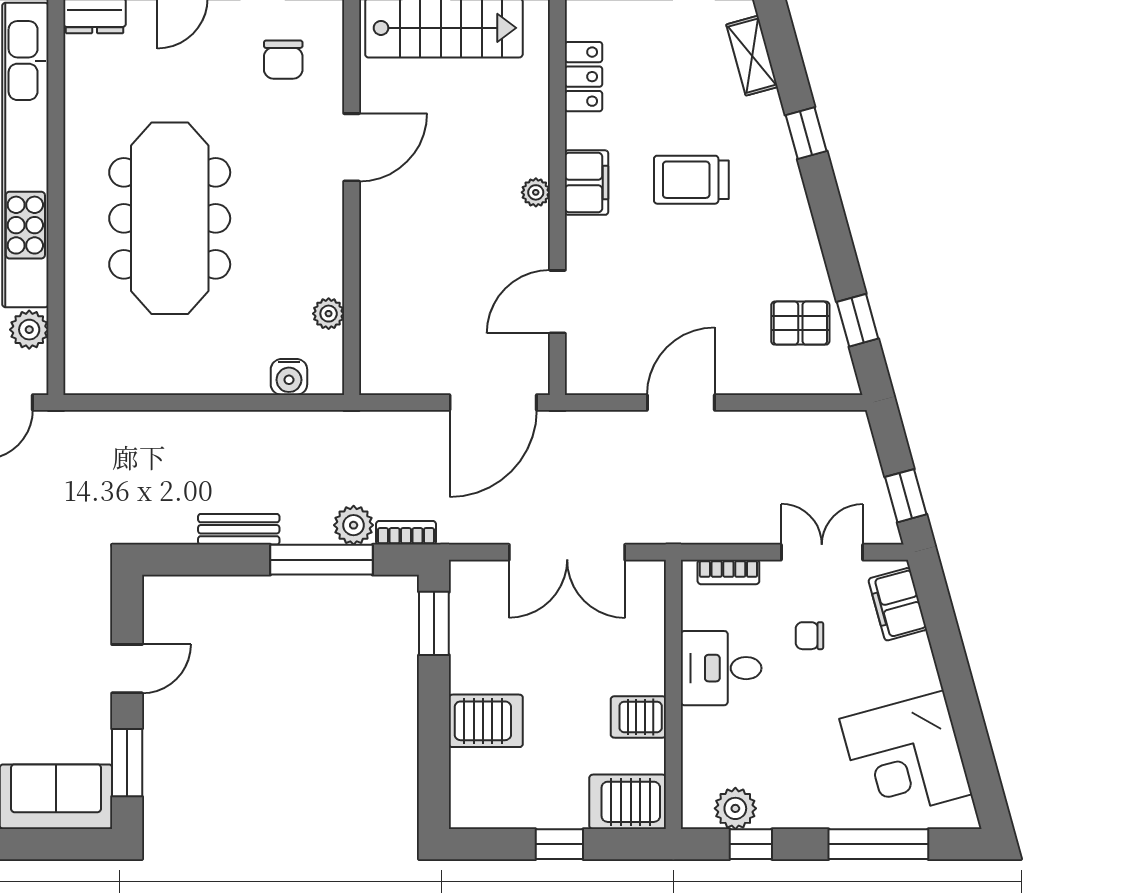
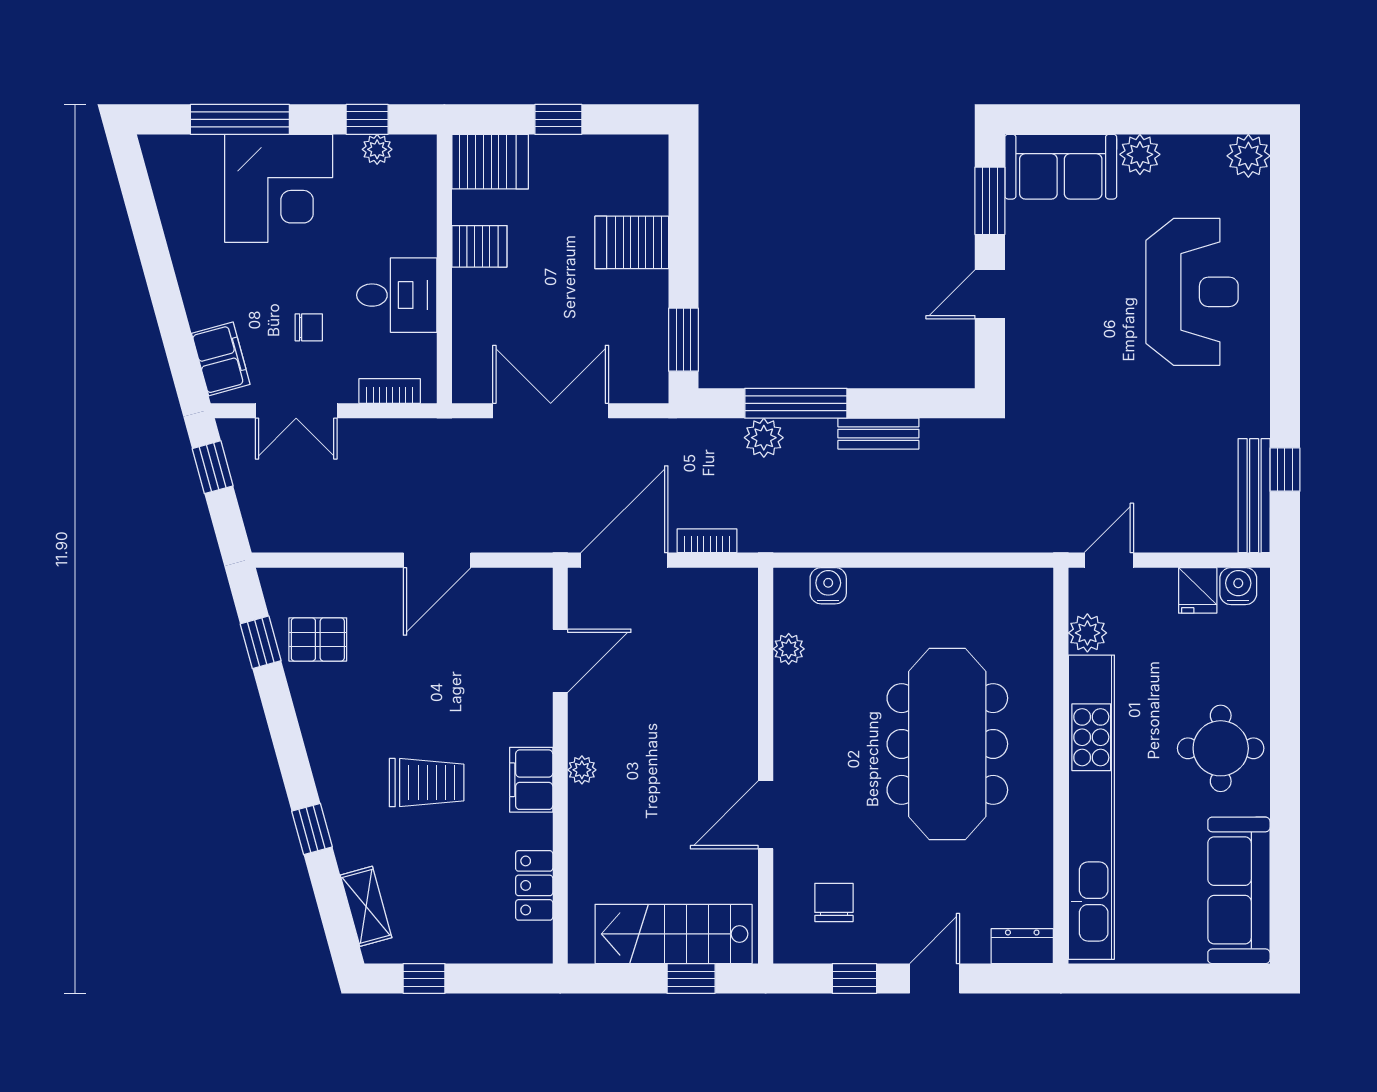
bookcase: (406, 533) -> (707, 541), moved, turned 180
corner desk: (906, 757) -> (279, 188), moved, turned 105
plant: (735, 808) -> (377, 149), width x0.73, depth x0.73

